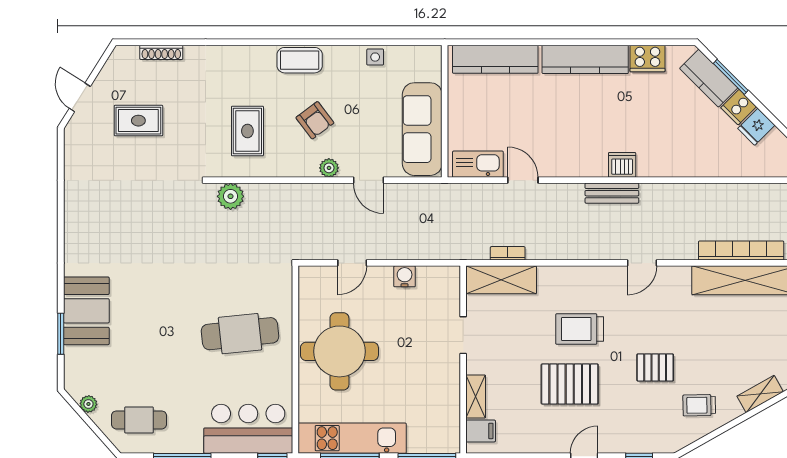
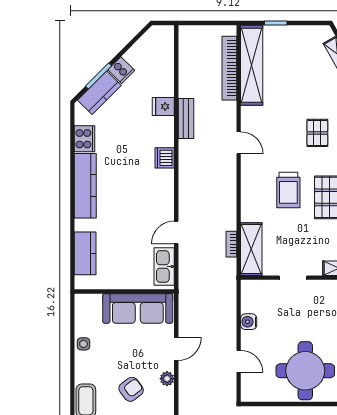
kitchen counter: (495, 59) -> (85, 253), width x0.67
fridge: (756, 127) -> (163, 106), moved, turned 135
bench: (612, 193) -> (186, 118), moved

